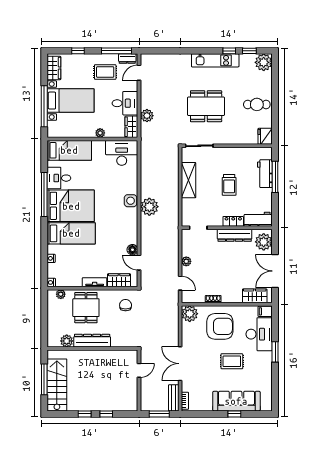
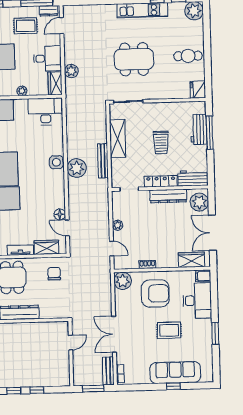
bench: (174, 201) -> (103, 161), added
locker: (233, 221) -> (161, 181), width x1.53
window: (275, 352) -> (215, 333), moved

